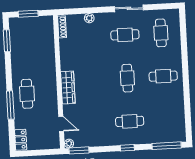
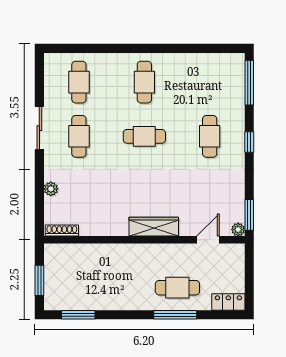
cafe table: (161, 33) -> (79, 82), turned 90
cafe table: (27, 94) -> (177, 288), moved

